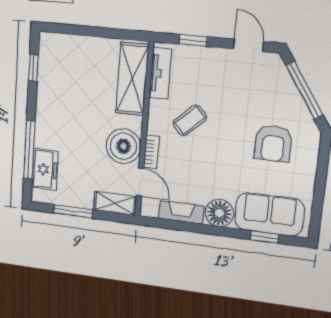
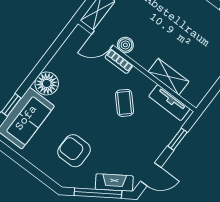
shelving: (132, 79) -> (168, 77), width x0.67, depth x0.75
boiler: (123, 146) -> (125, 45), width x0.54, depth x0.54
fireplace: (181, 212) -> (114, 183), moved, turned -124

